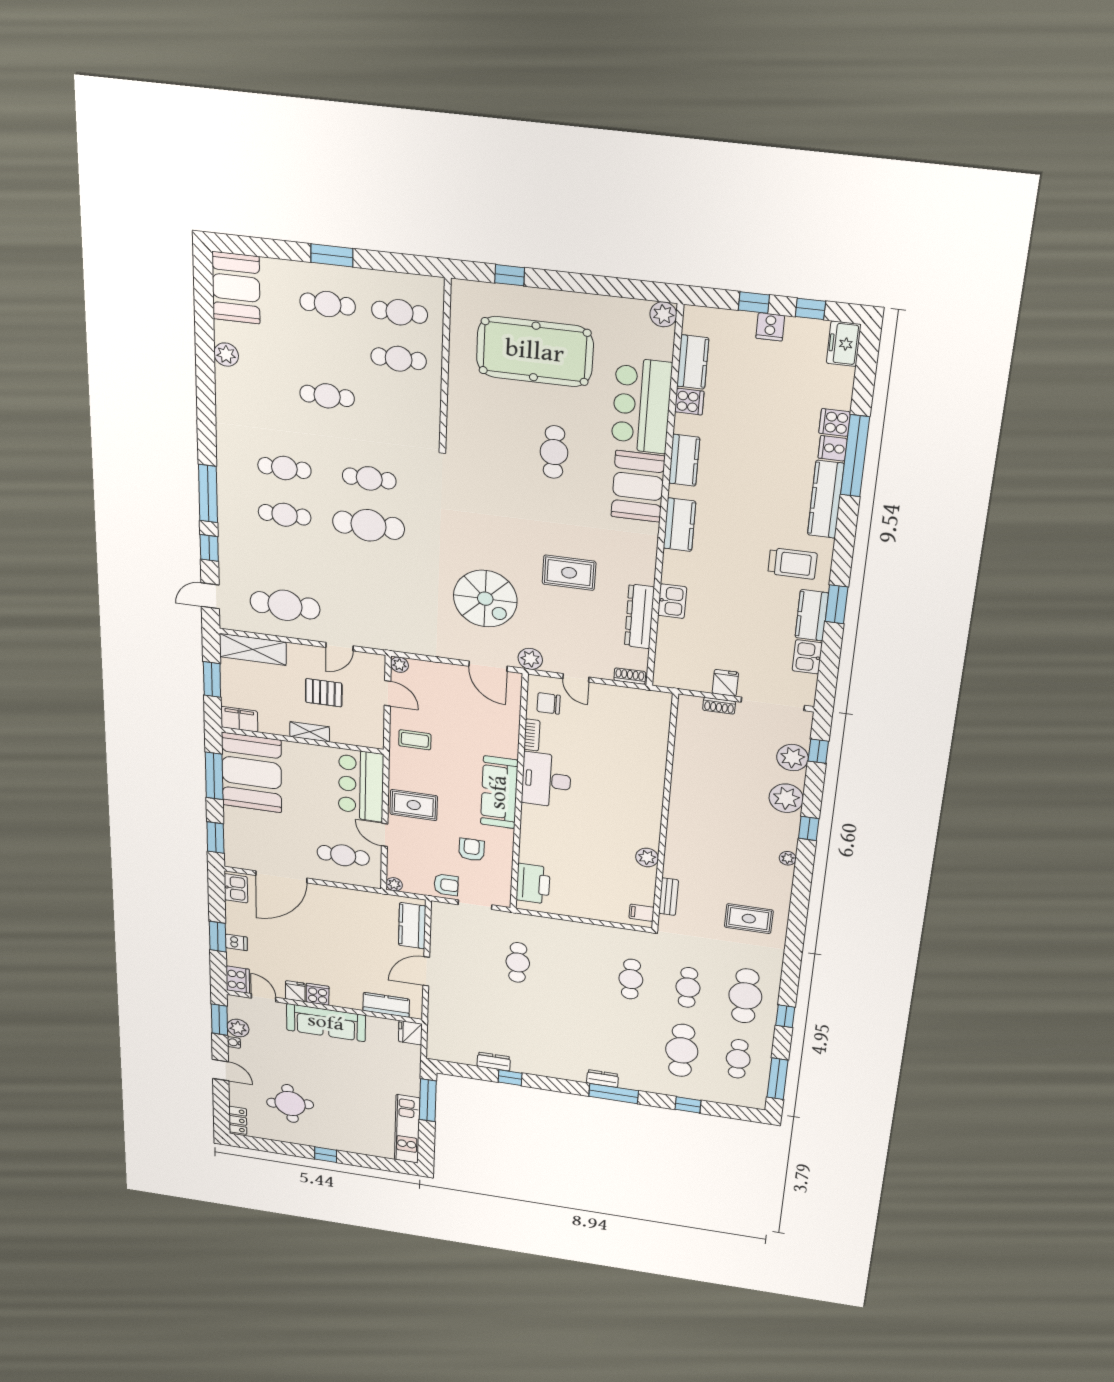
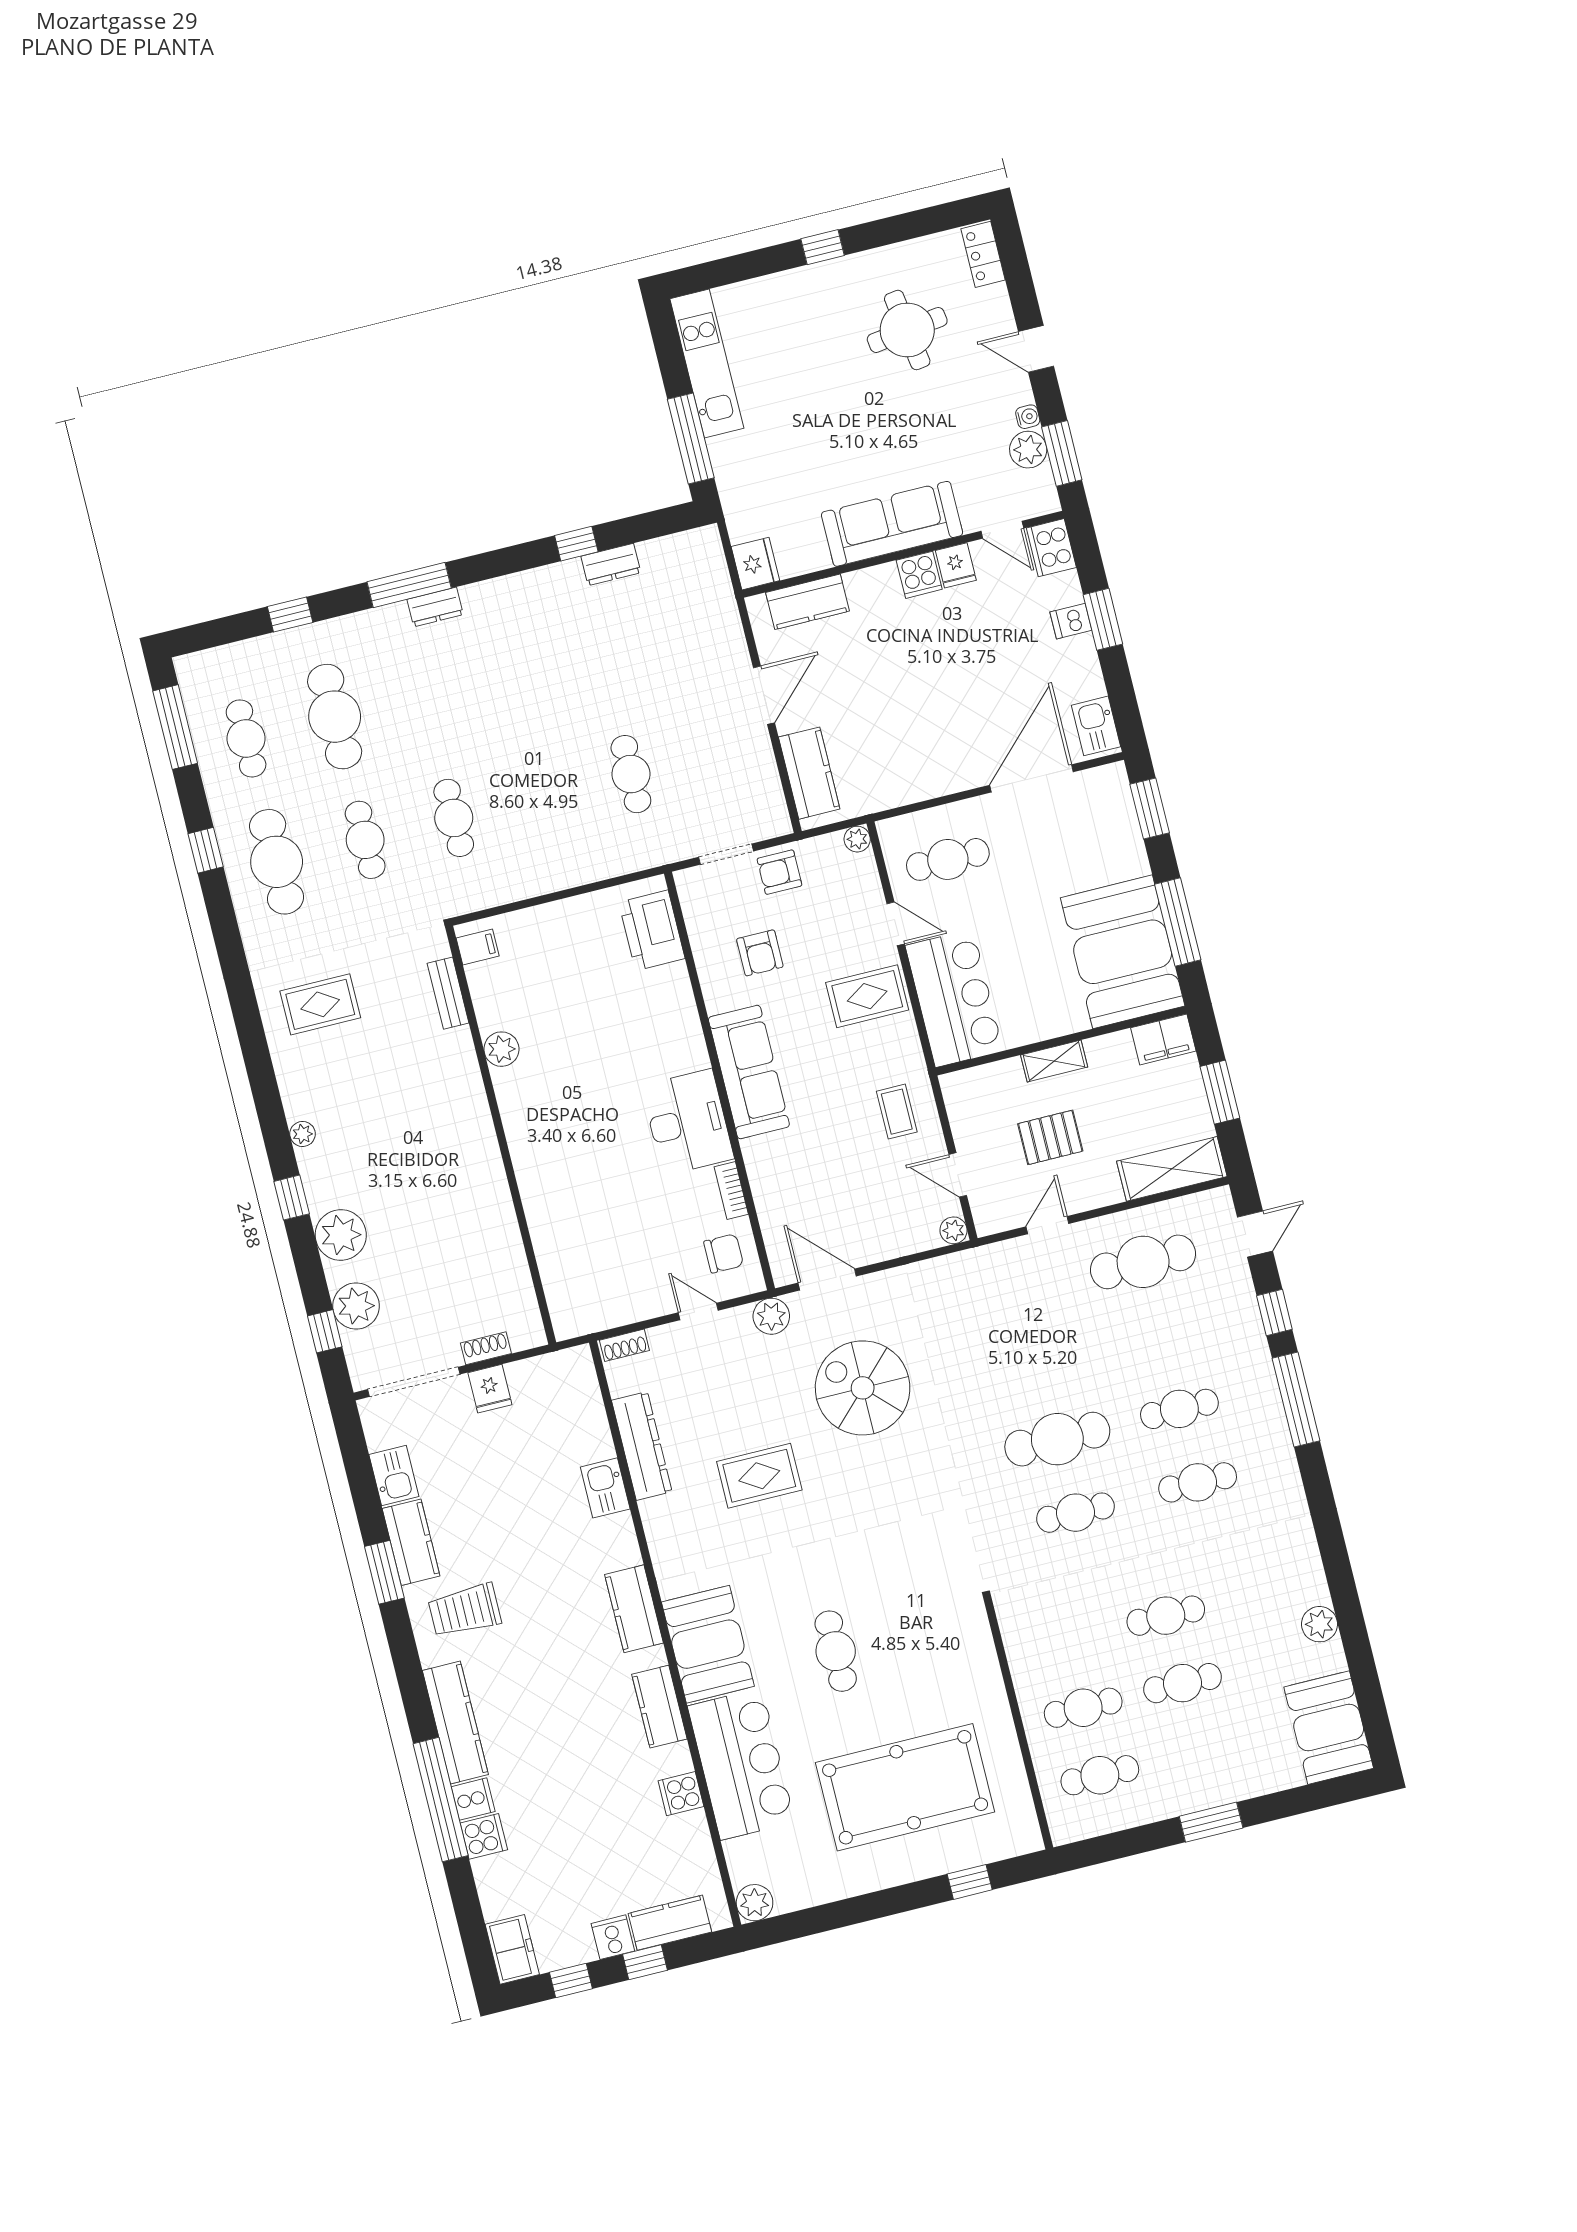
cafe table: (328, 304) -> (1182, 1683), moved
kitchen counter: (693, 362) -> (670, 1923), moved, turned 90
coffee table: (415, 740) -> (897, 1112), turned 90

